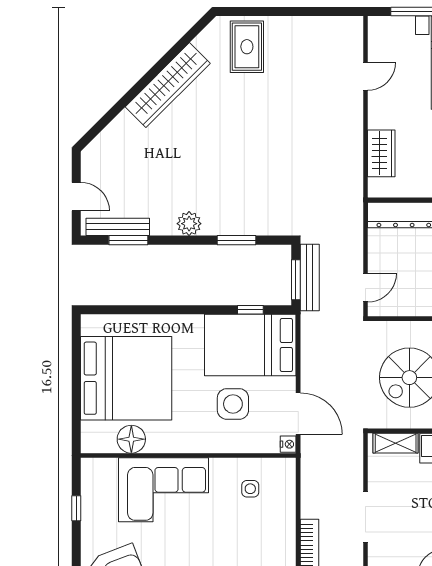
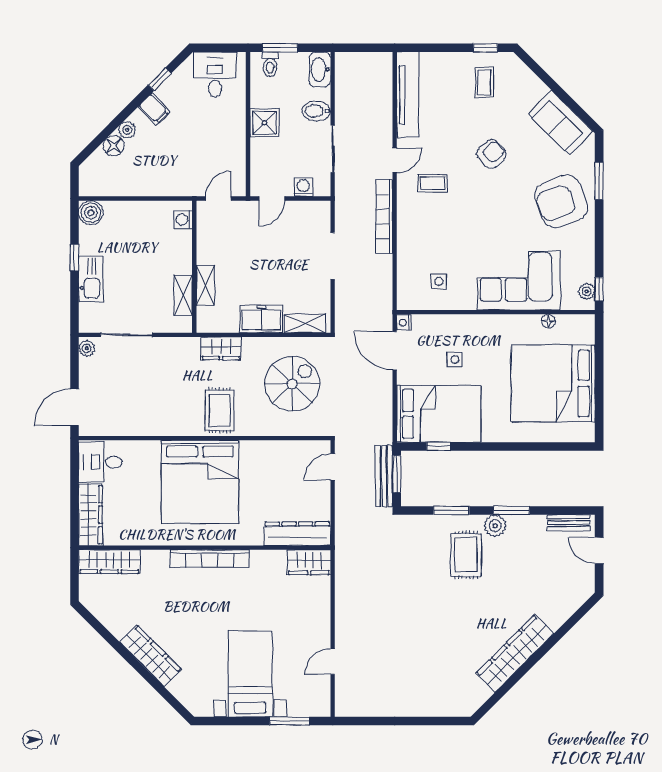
rug: (247, 47) -> (466, 555), moved
wardrobe: (381, 153) -> (309, 562), moved, turned -90
bench: (118, 227) -> (569, 523), width x0.73
window: (128, 240) -> (511, 510), moved
side table: (233, 404) -> (455, 360), width x0.54, depth x0.54
floor lamp: (131, 439) -> (548, 321), width x0.53, depth x0.53
plant: (90, 478) -> (587, 291), added
window: (76, 508) -> (599, 289), moved

